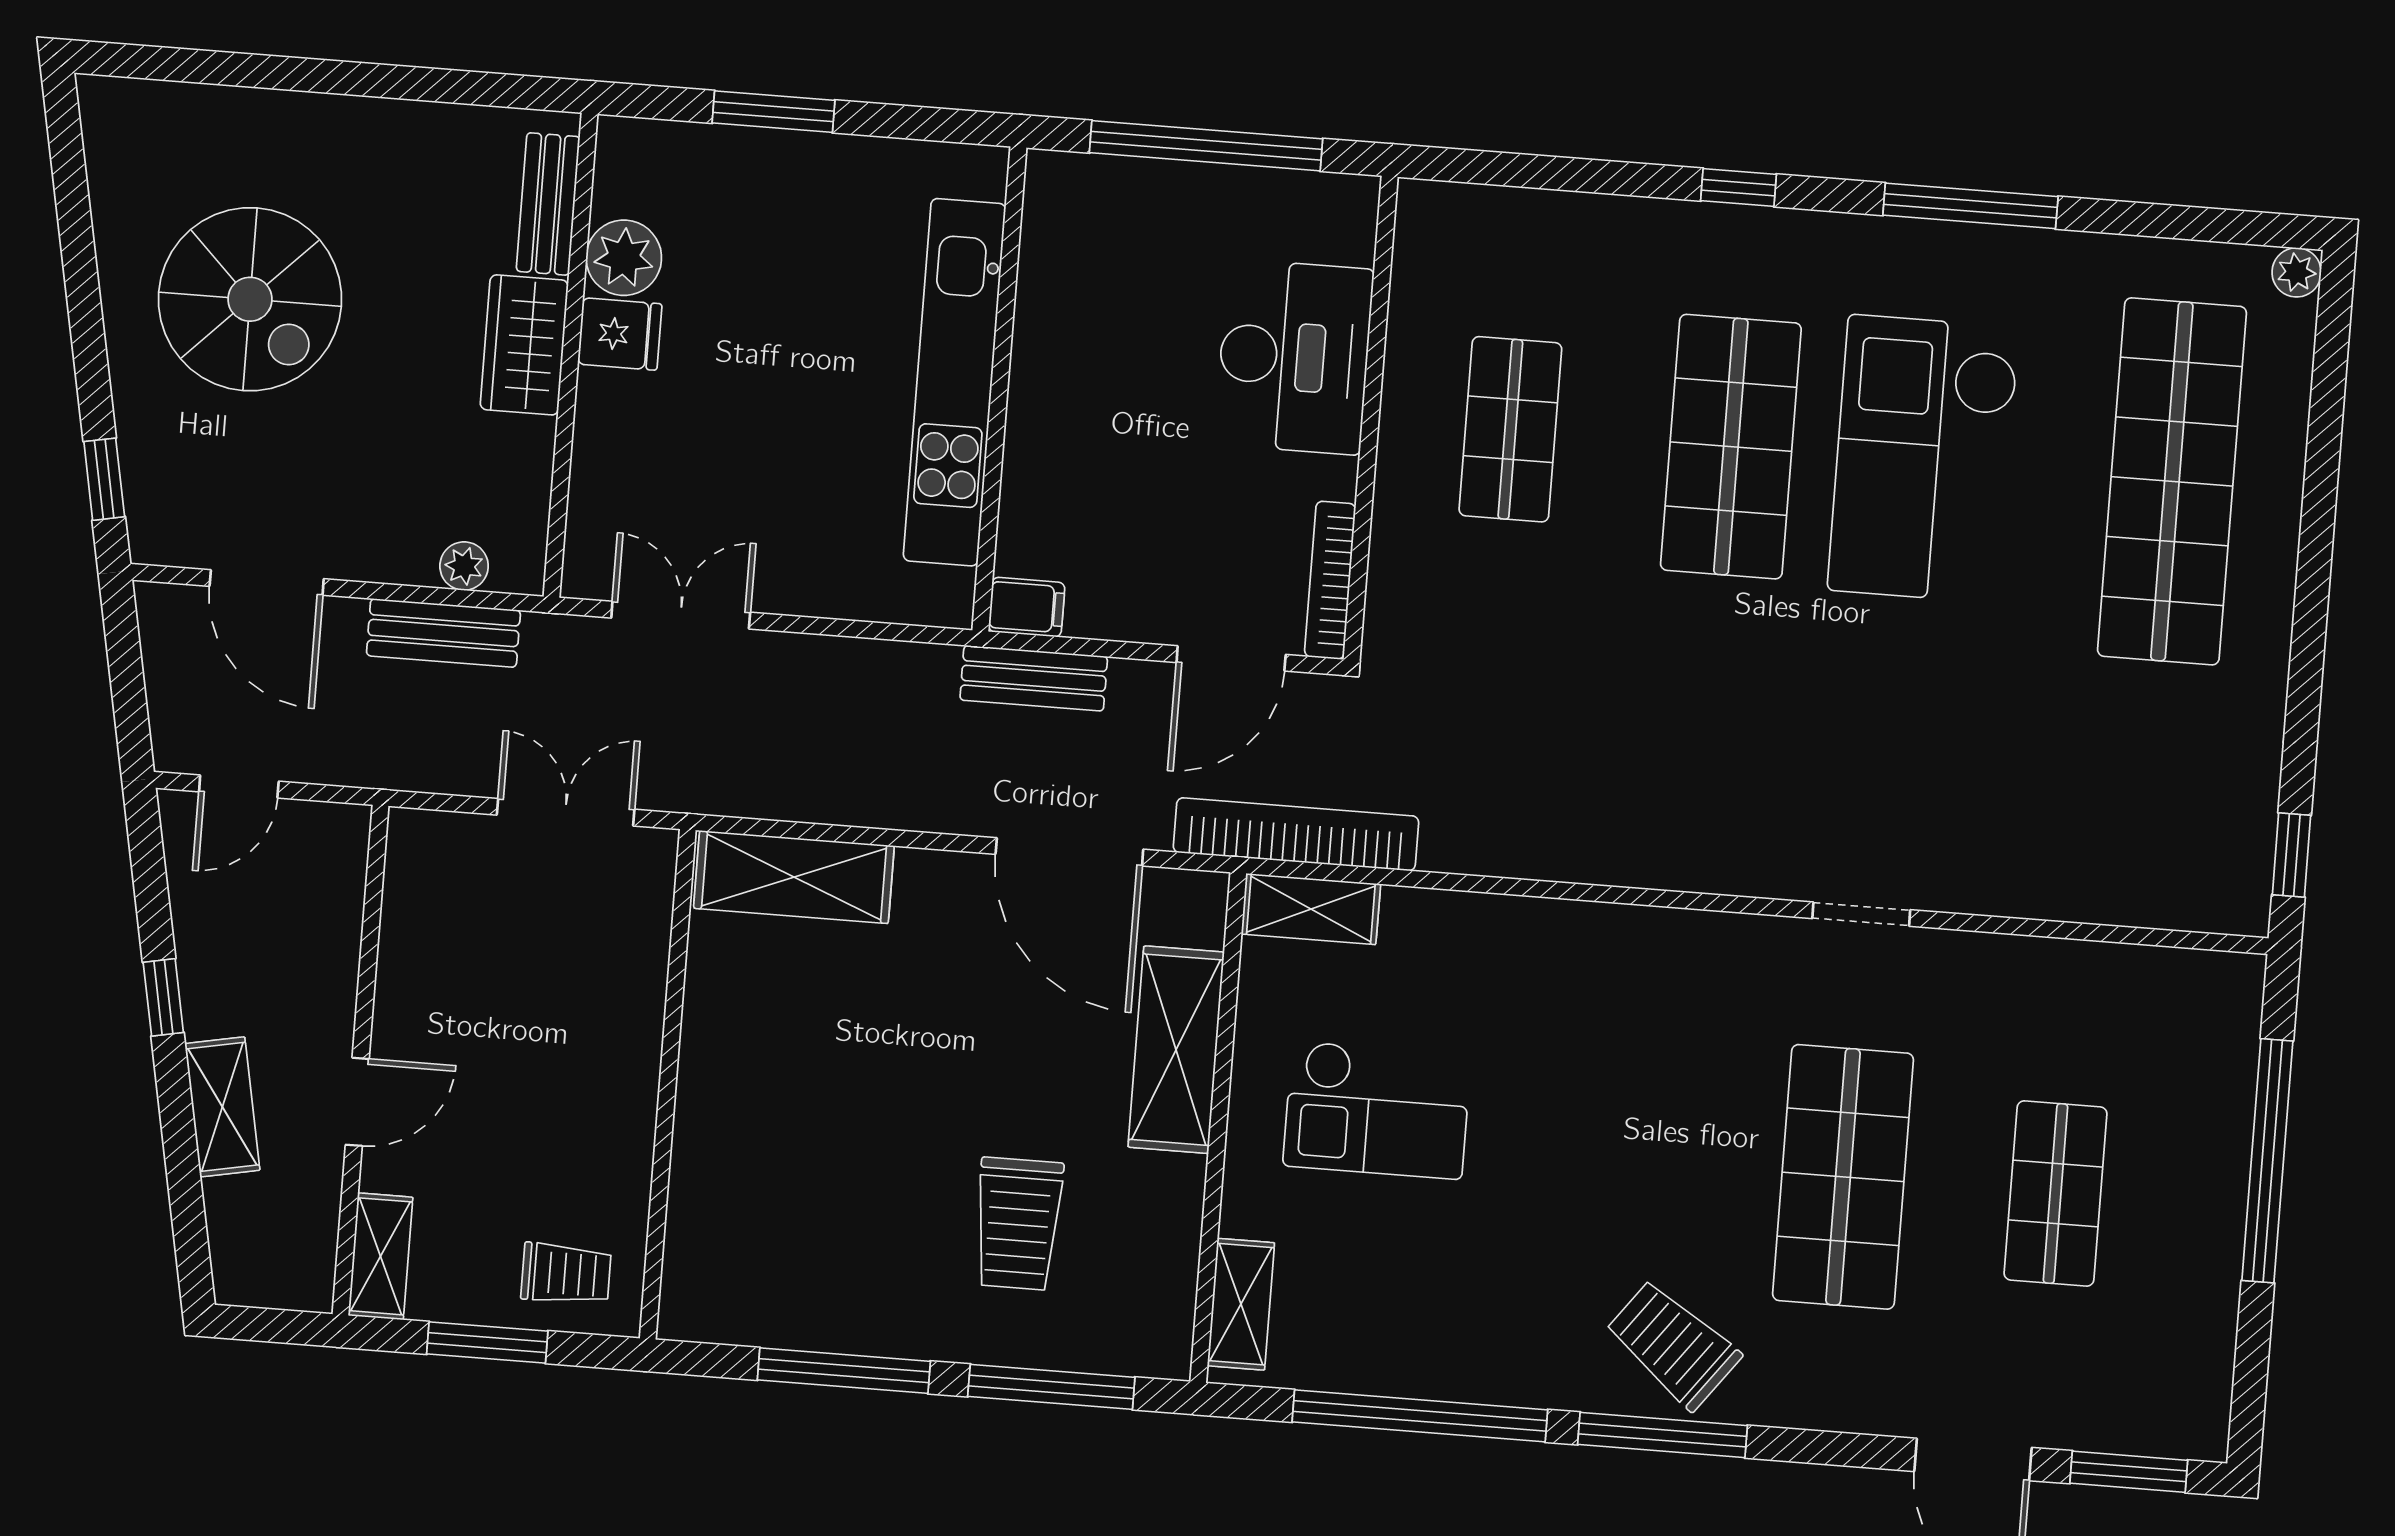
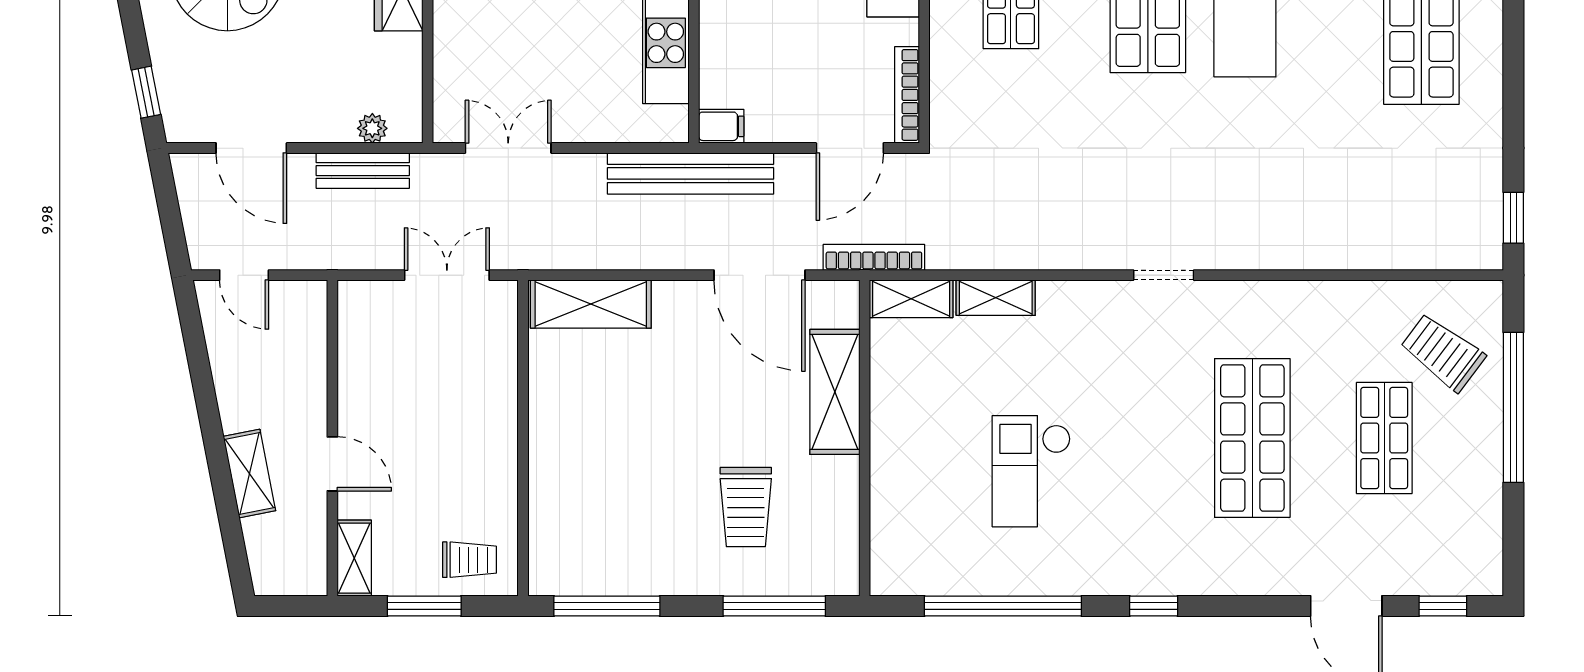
bench: (1034, 678) -> (691, 173), width x1.86, depth x1.21
door: (239, 786) -> (244, 275), hinge flipped
bookcase: (1296, 834) -> (874, 257), width x0.68, depth x0.76
doorway: (1861, 914) -> (1164, 275), moved
window: (163, 997) -> (208, 409), removed
door: (357, 1102) -> (332, 464), hinge flipped
checkout: (1377, 1110) -> (1031, 471), moved, turned 90
shelving: (1241, 1304) -> (996, 298), moved, turned 90
trolley: (1673, 1344) -> (1443, 352), moved
window: (844, 1371) -> (607, 606), moved
window: (1662, 1435) -> (1154, 606), width x0.46
window: (2129, 1472) -> (1443, 606), width x0.67

